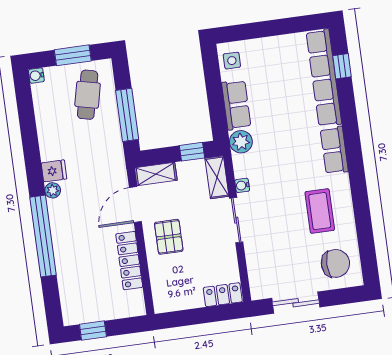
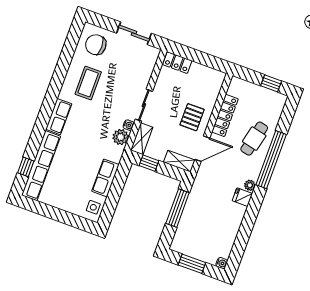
cafe table: (88, 95) -> (254, 139), moved
plant: (241, 142) -> (121, 137), moved

